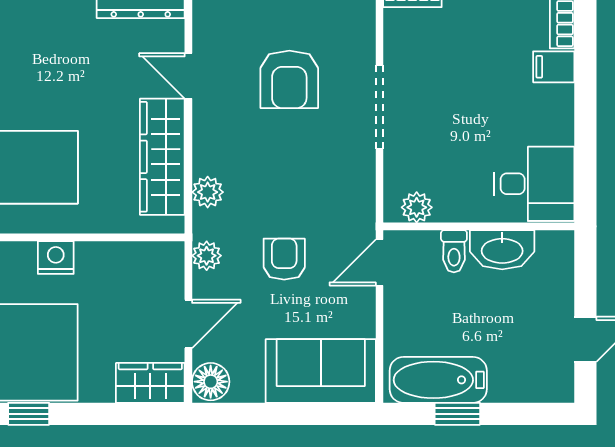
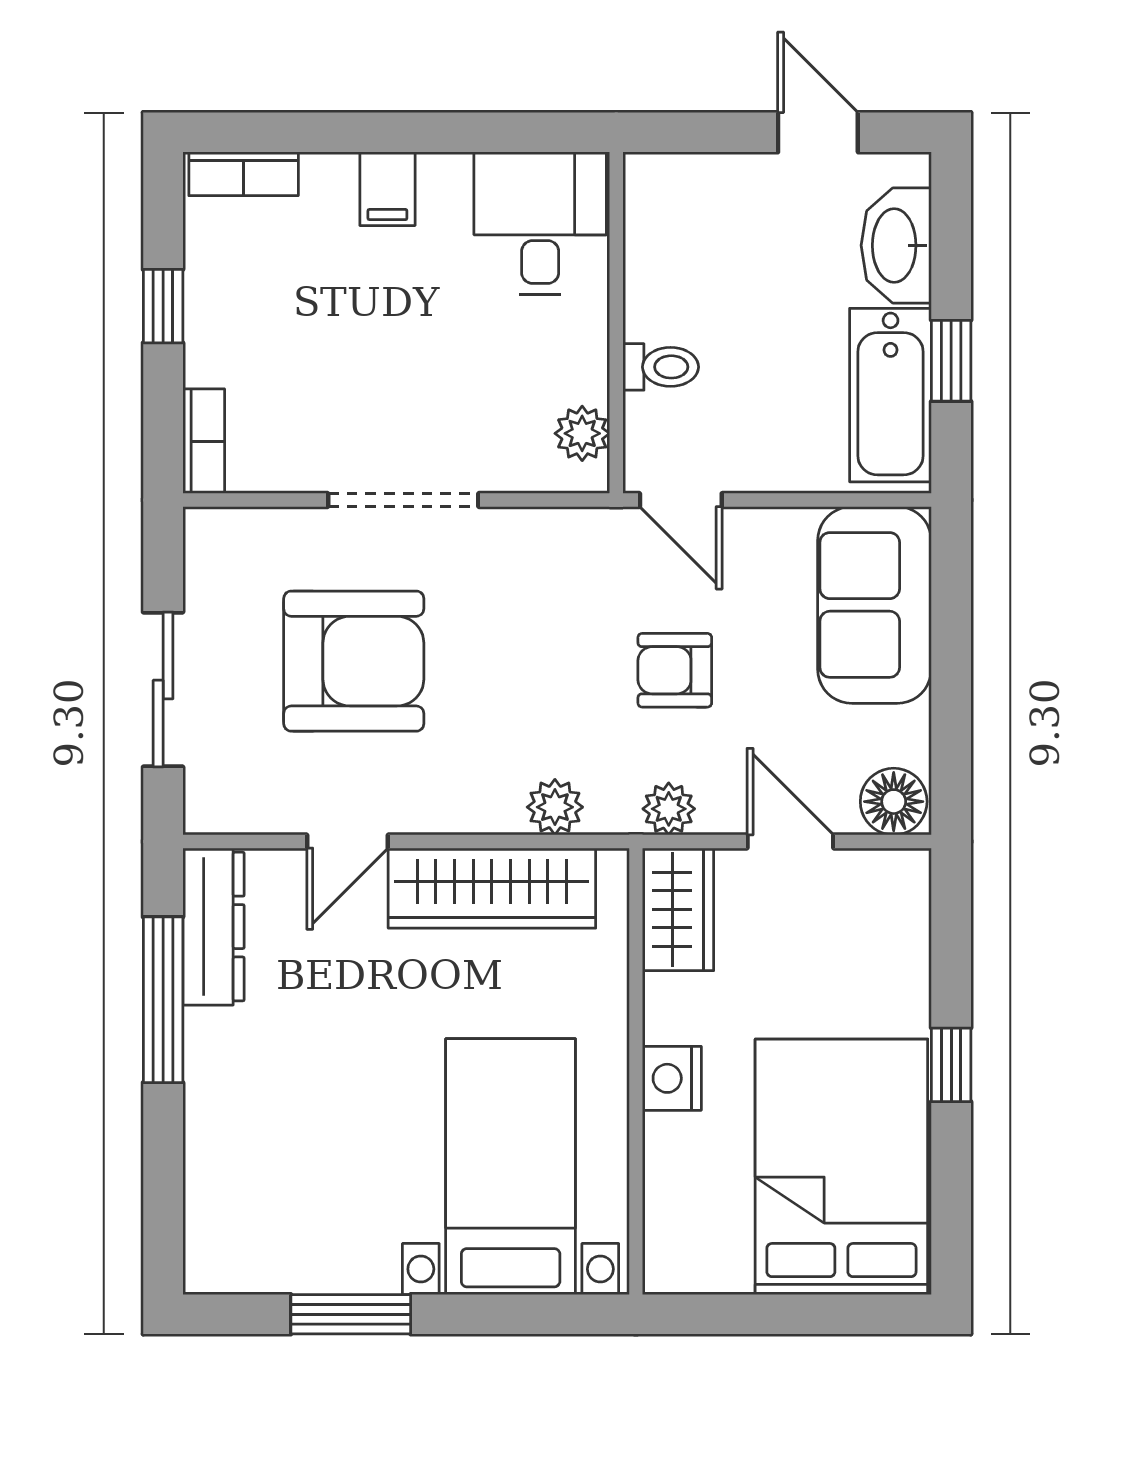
filing cabinet: (554, 67) -> (387, 189), moved
armchair: (289, 79) -> (354, 661), width x1.36, depth x1.36
washbasin: (502, 250) -> (896, 245), moved, turned 180
wardrobe: (150, 383) -> (678, 909), moved, turned 180
window: (29, 414) -> (951, 1065), moved

